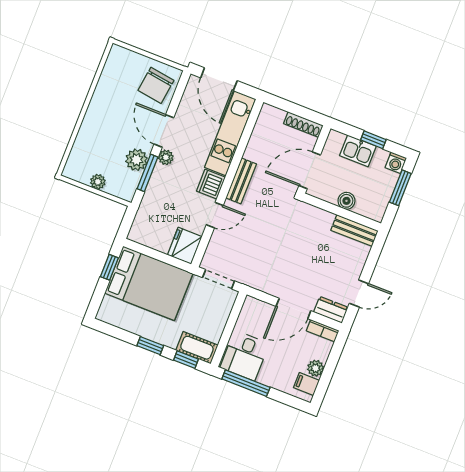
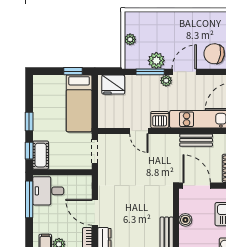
bench: (241, 181) -> (196, 140), moved
fridge: (185, 246) -> (113, 85), moved, turned 180
bed: (149, 283) -> (79, 103), width x0.67

